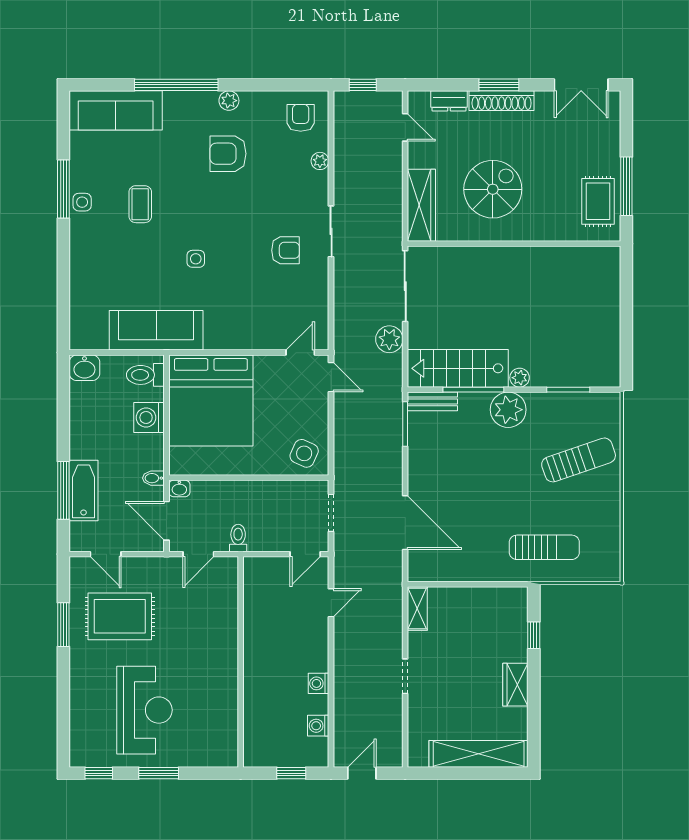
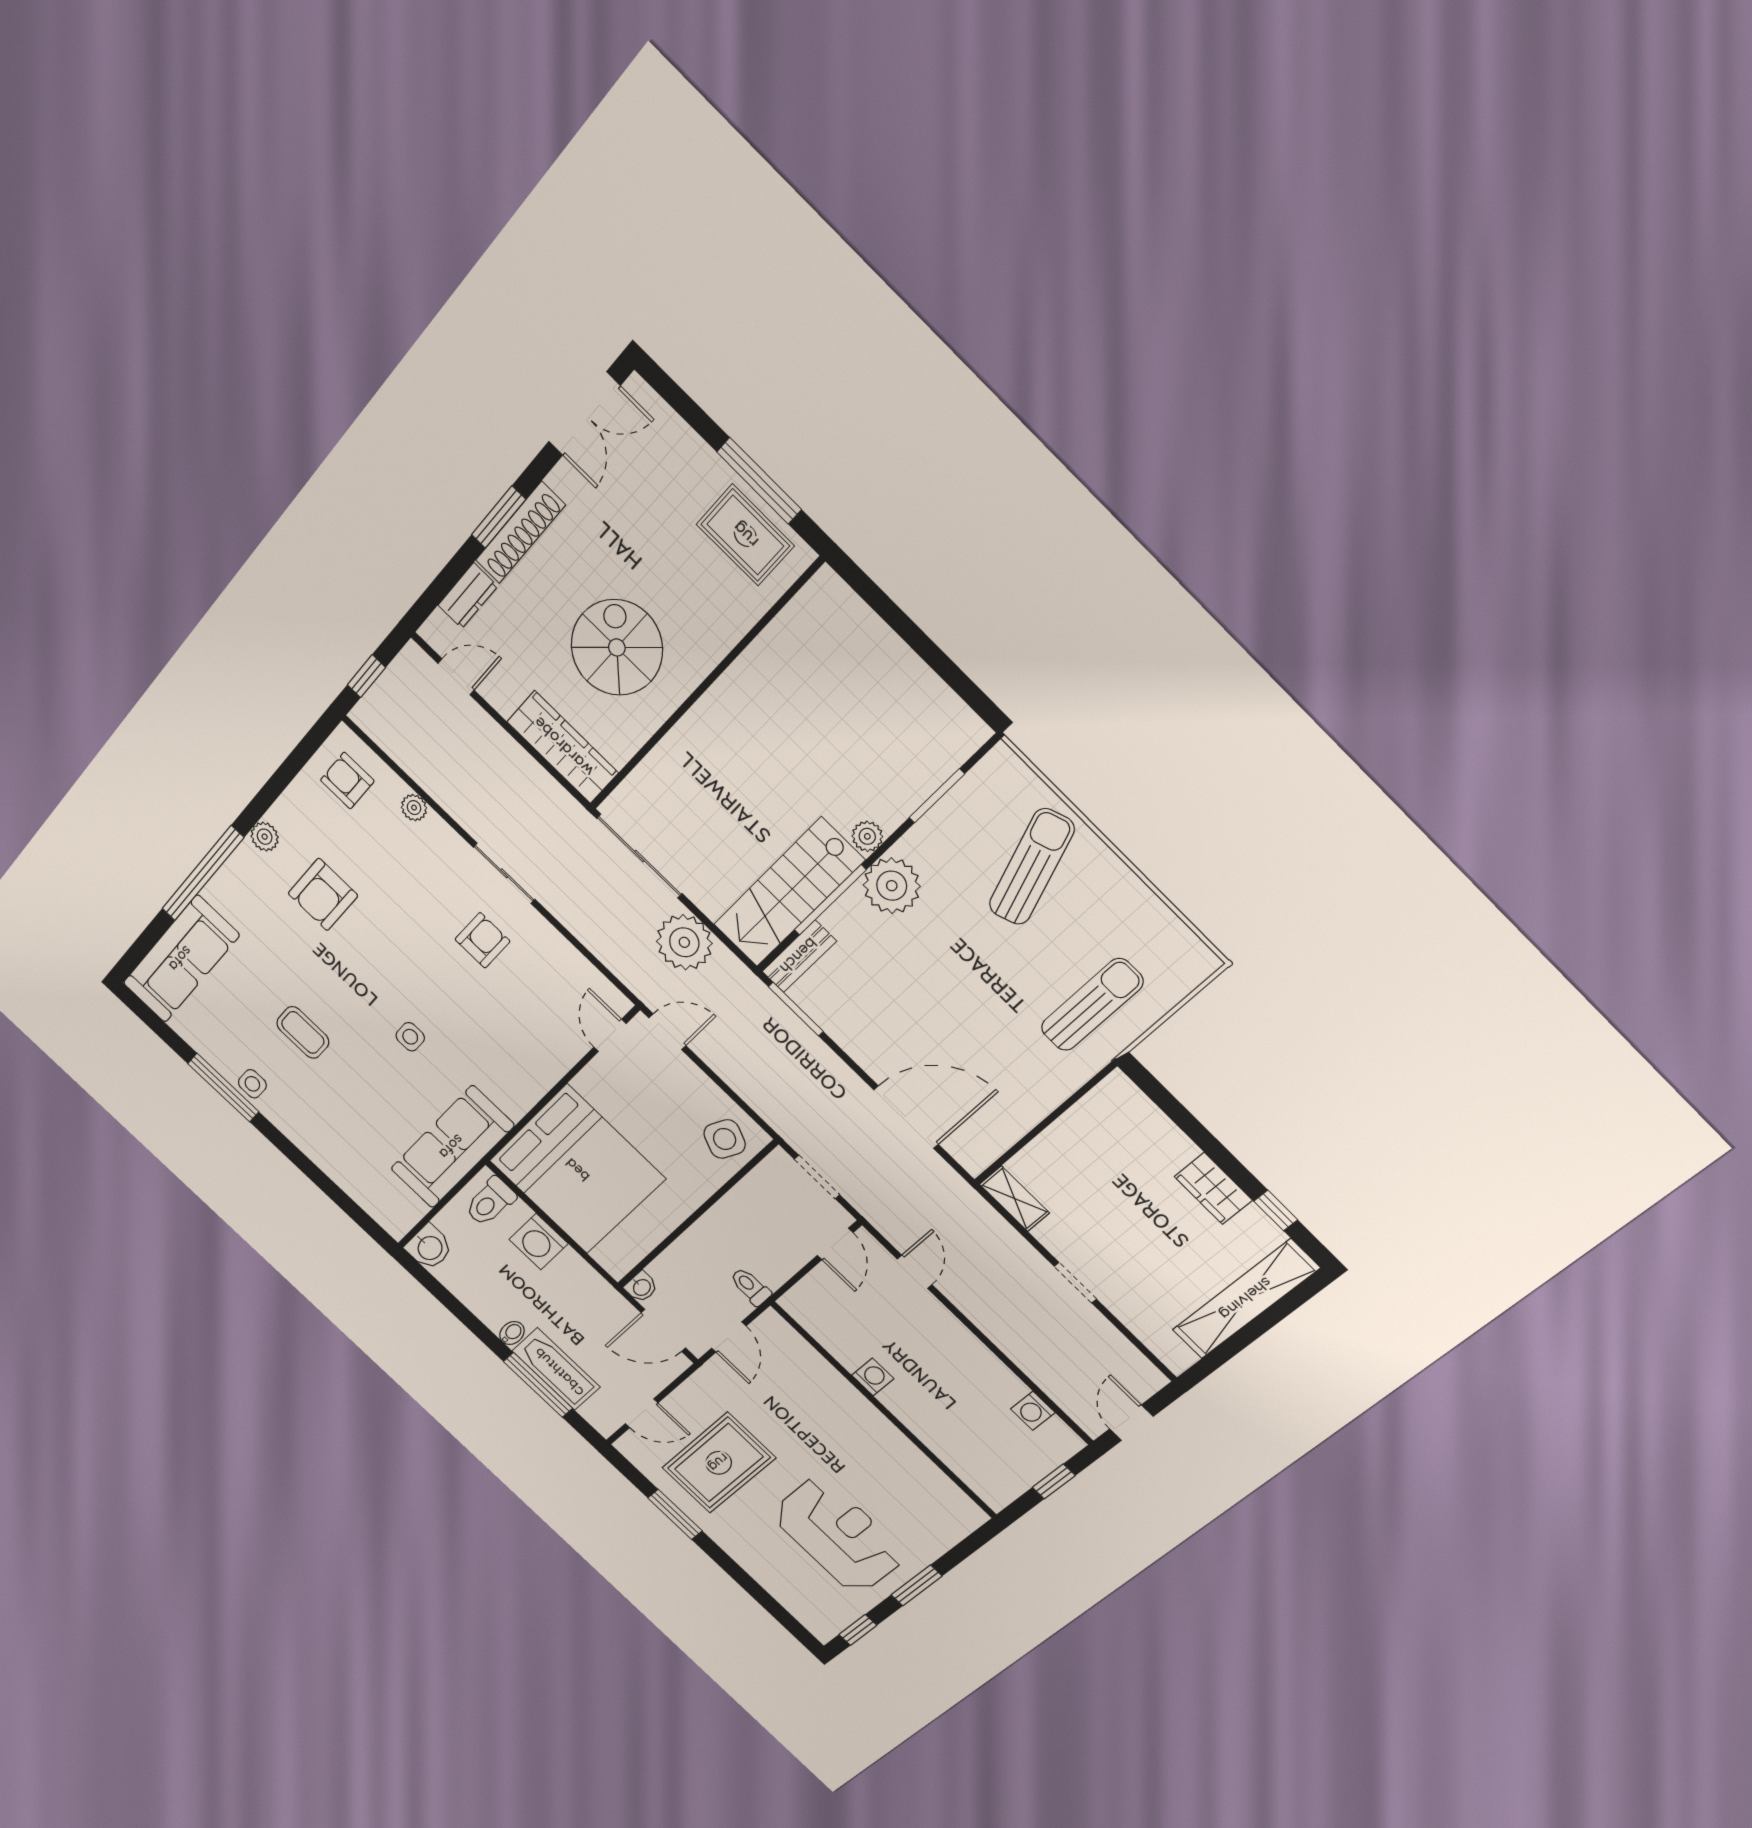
plant: (389, 339) -> (684, 942), width x1.36, depth x1.36
bidet: (153, 478) -> (512, 1333), moved, turned 180
window: (534, 635) -> (1276, 1210), moved
washing machine: (318, 683) -> (873, 1377), moved, turned 180

